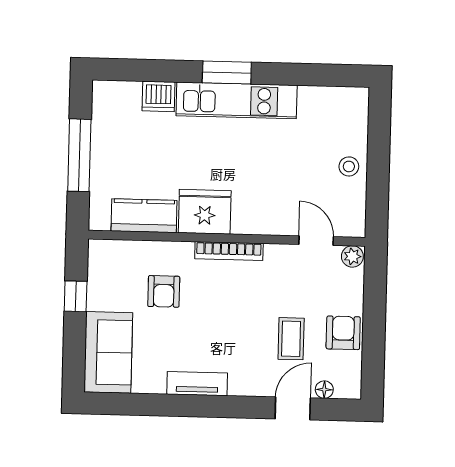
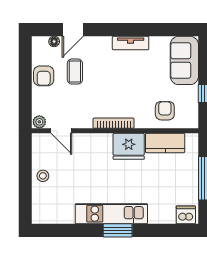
dishwasher: (158, 96) -> (186, 215), moved
armchair: (164, 291) -> (165, 111), moved

